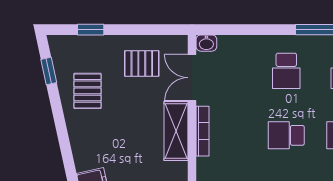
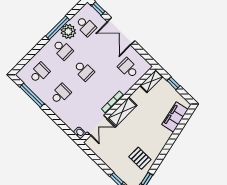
pallet: (142, 64) -> (110, 149), removed
pallet: (88, 91) -> (140, 158), turned 90

